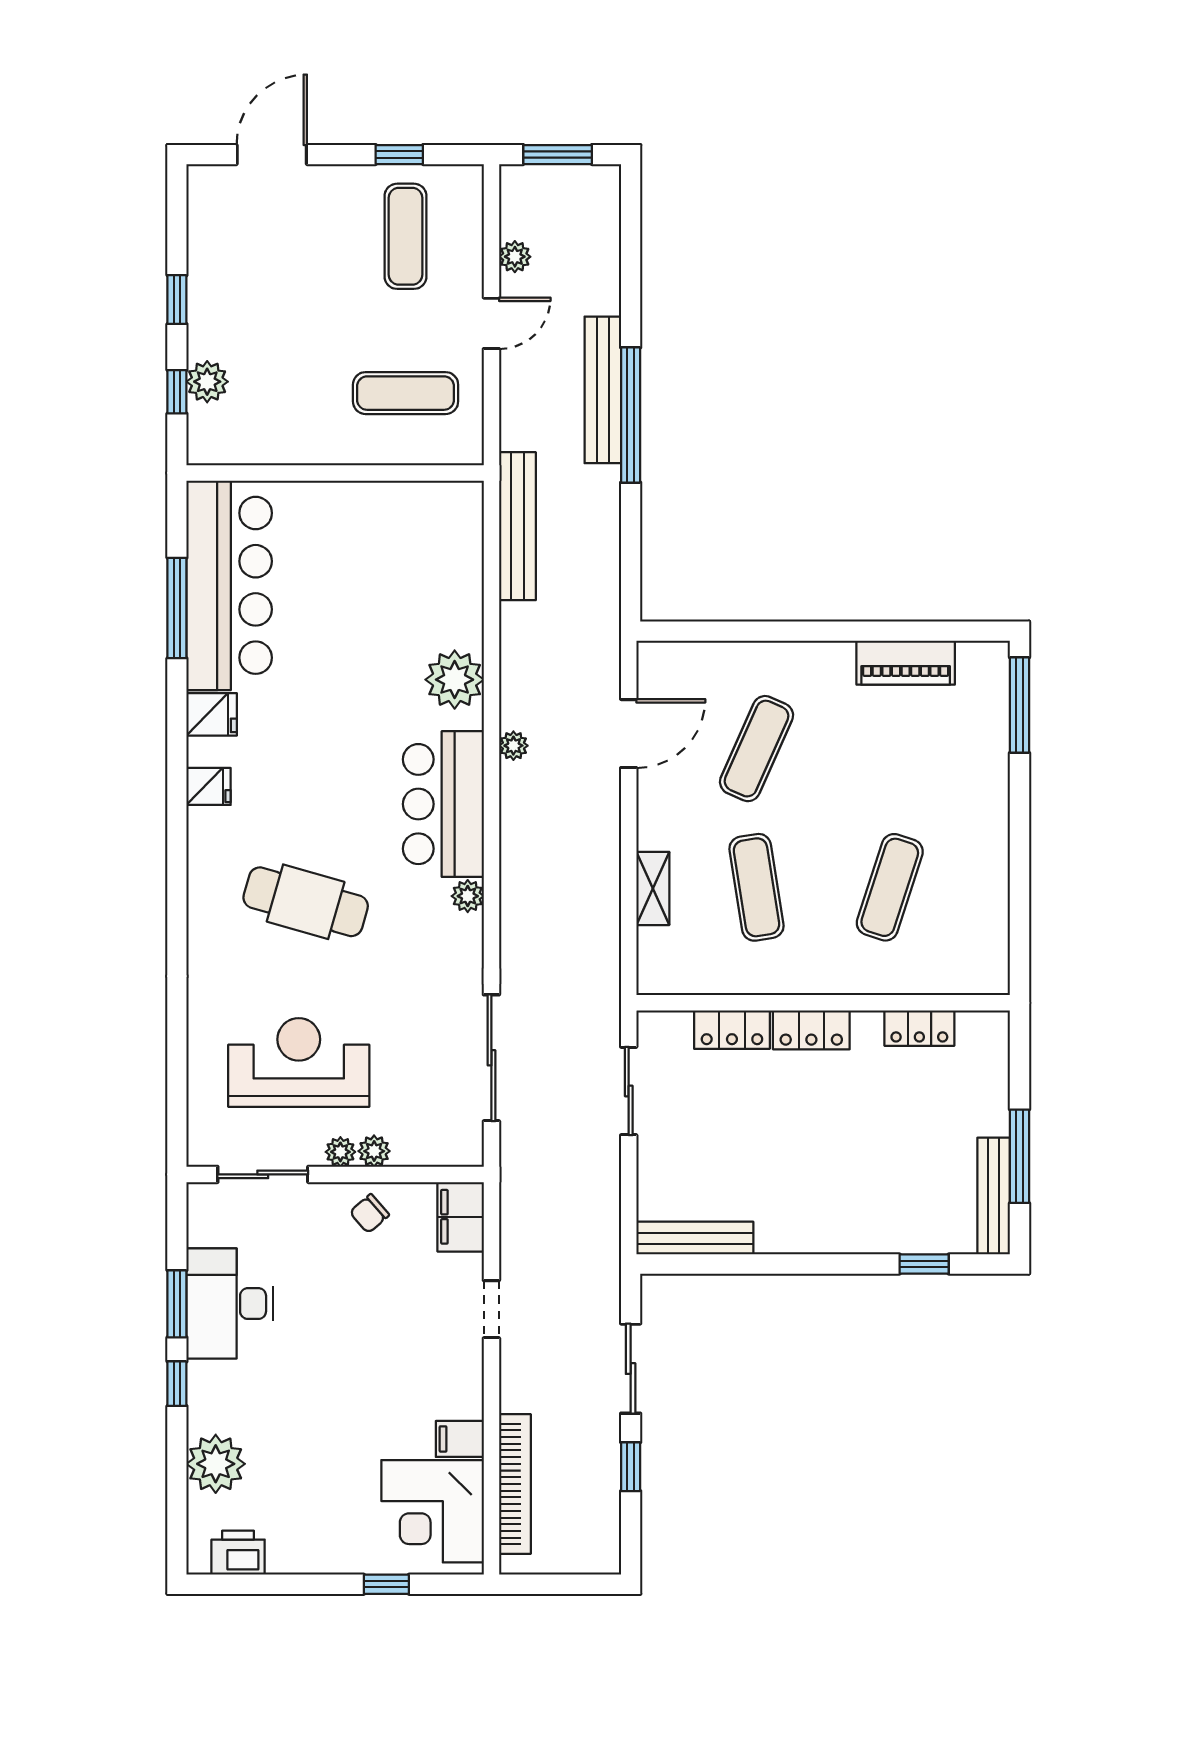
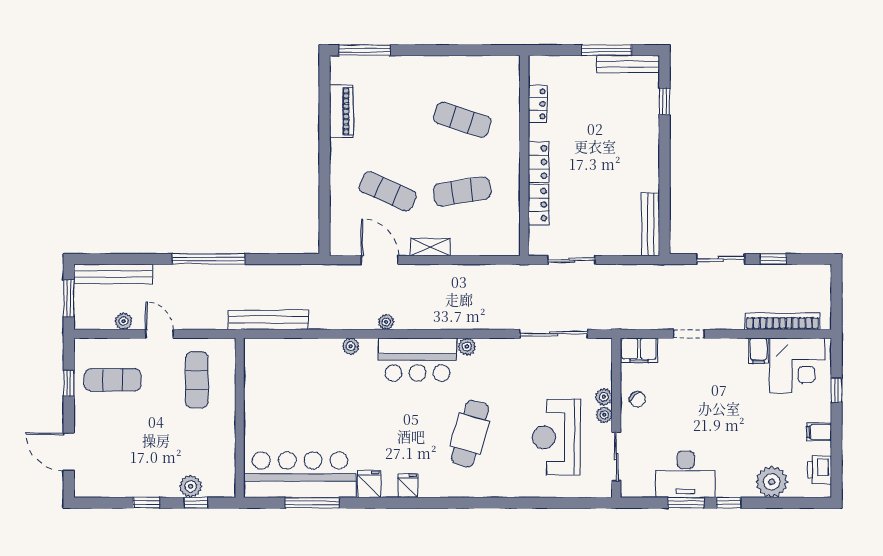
bench: (603, 390) -> (113, 274), moved
plant: (455, 680) -> (351, 346), width x0.53, depth x0.53
shelving: (653, 888) -> (430, 247), moved
filing cabinet: (308, 1552) -> (819, 432), added

